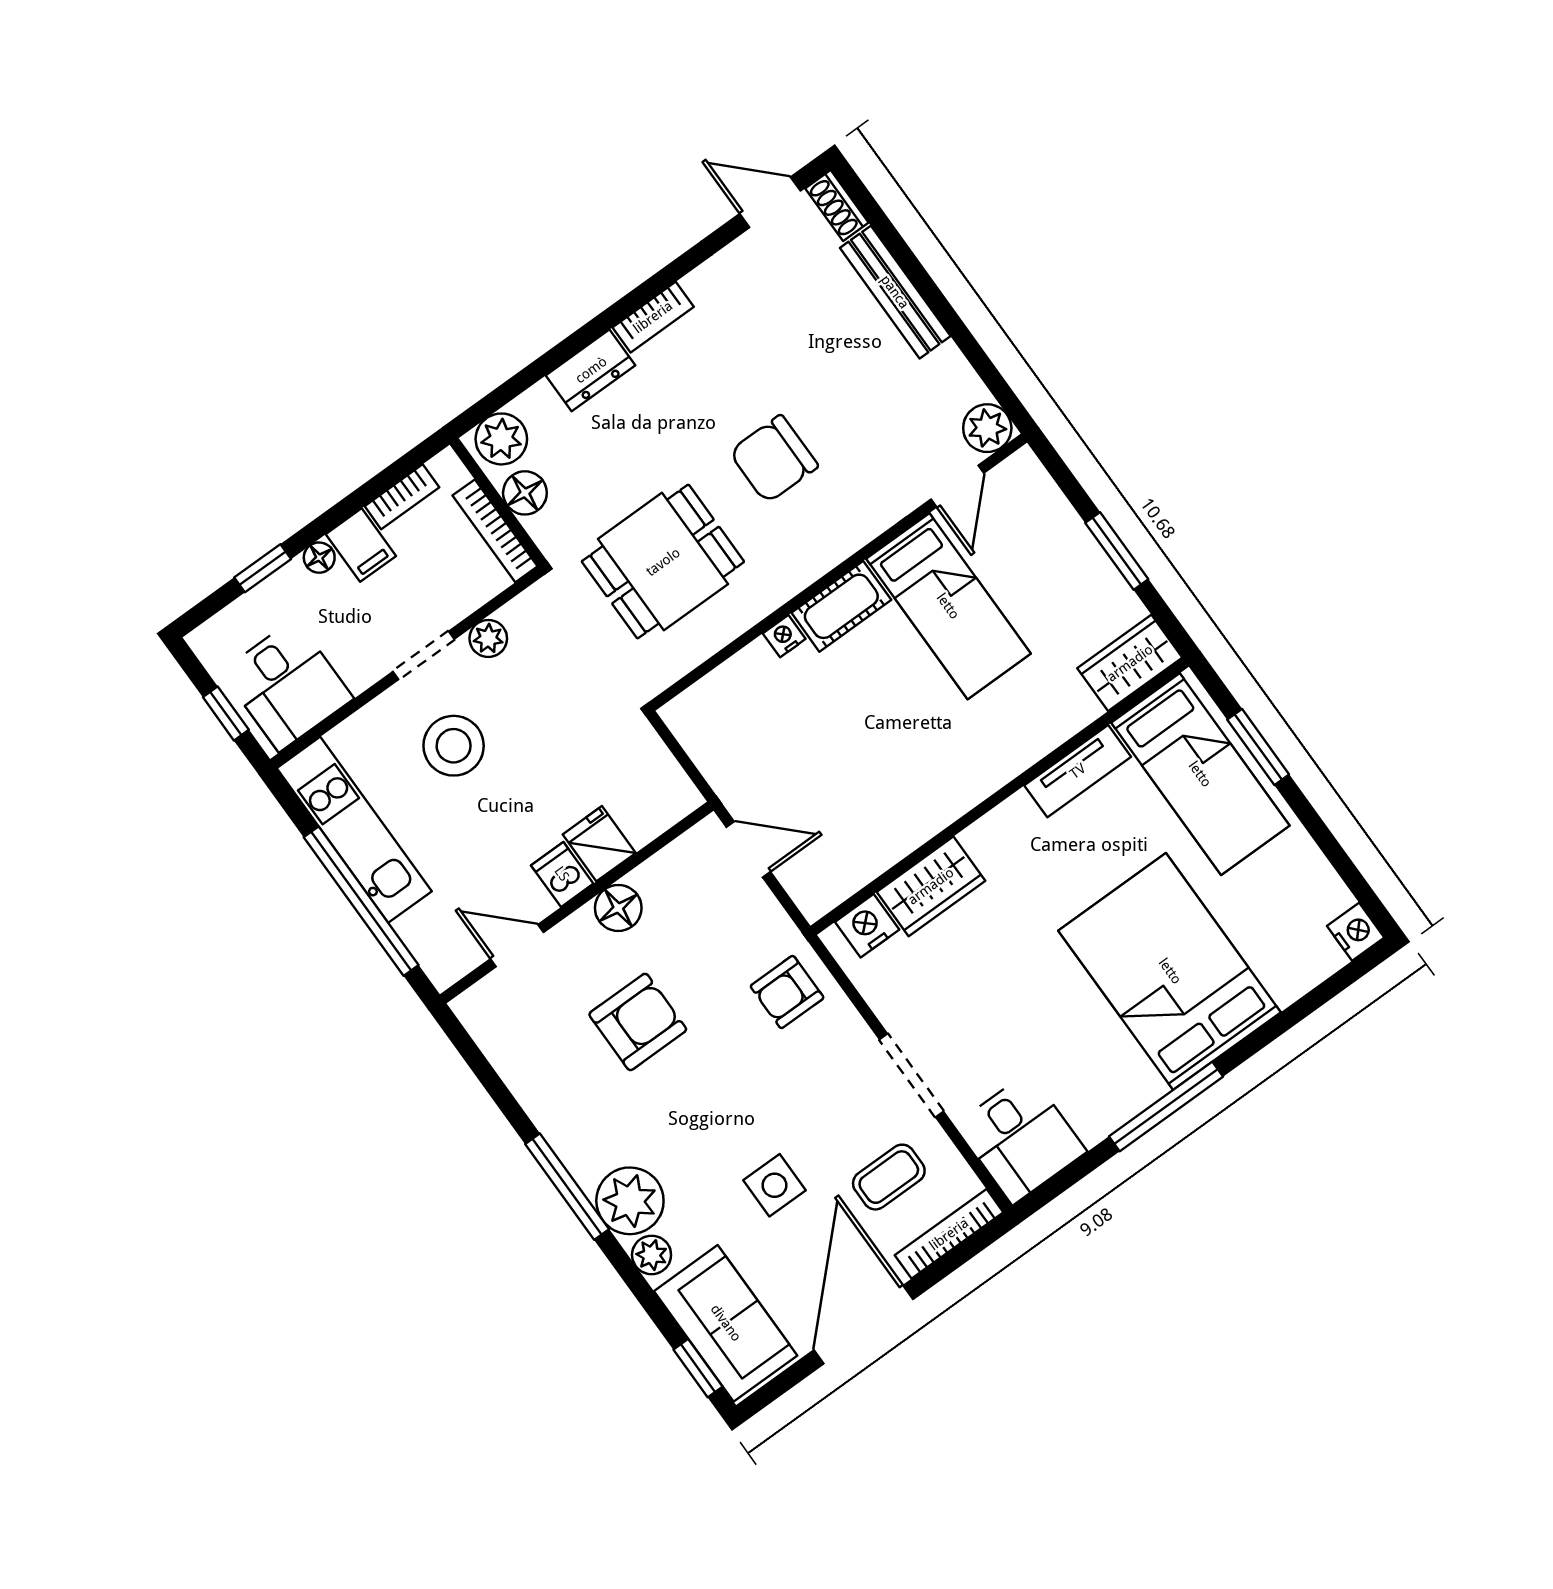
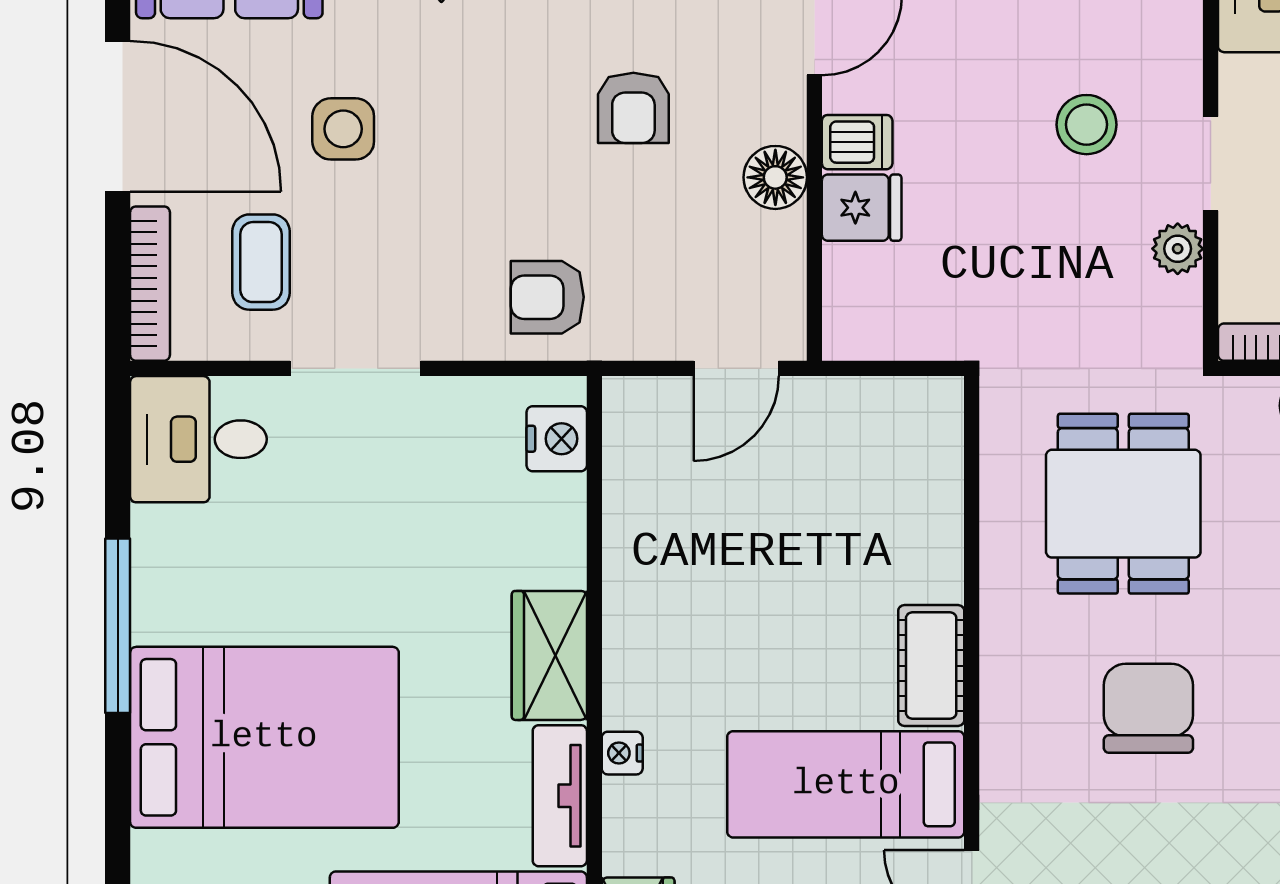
nightstand: (784, 636) -> (622, 753), moved, turned 180
stool: (454, 746) -> (1087, 125), width x0.73, depth x0.73
wardrobe: (931, 886) -> (549, 655), moved
armchair: (787, 992) -> (547, 297), turned -90
armchair: (638, 1022) -> (633, 108), width x0.72, depth x0.72

